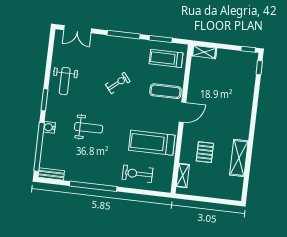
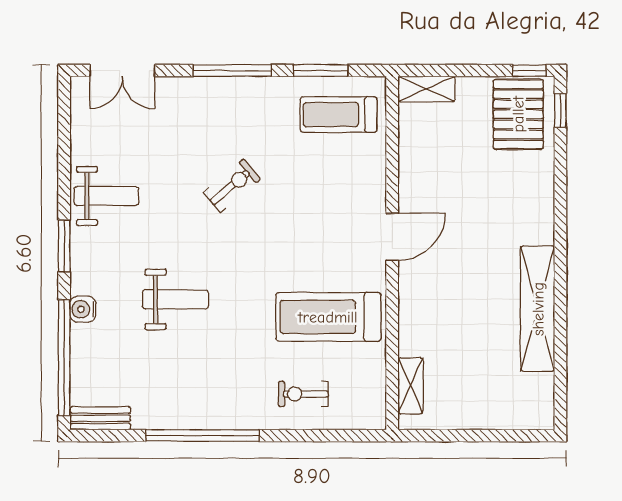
weight bench: (65, 81) -> (106, 196), turned -90
exercise mat: (166, 91) -> (346, 192), removed
pallet: (205, 152) -> (518, 114), moved, width x1.50, depth x1.42
shelving: (239, 158) -> (538, 309), width x1.47
exercise bike: (138, 174) -> (303, 394), width x0.73, depth x0.72

